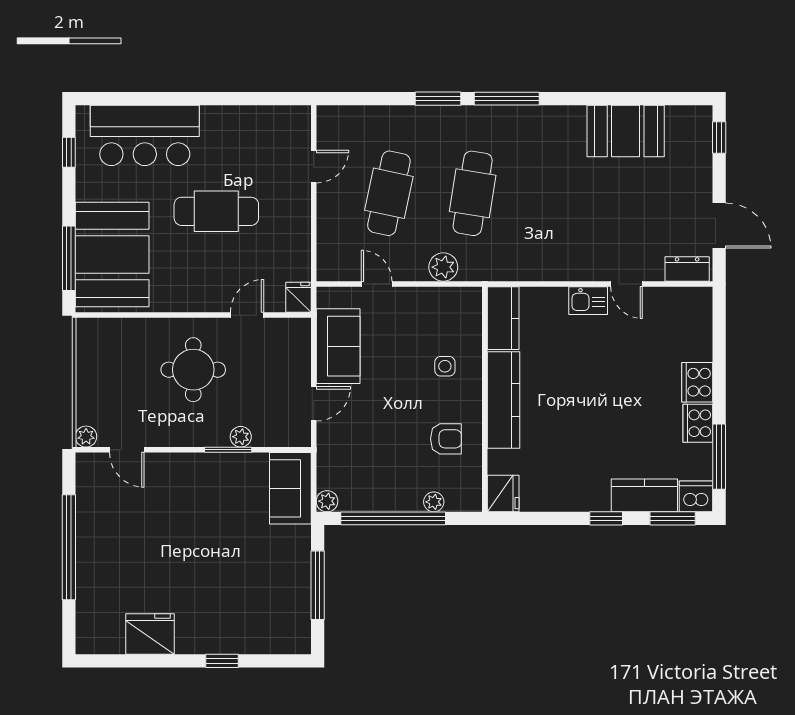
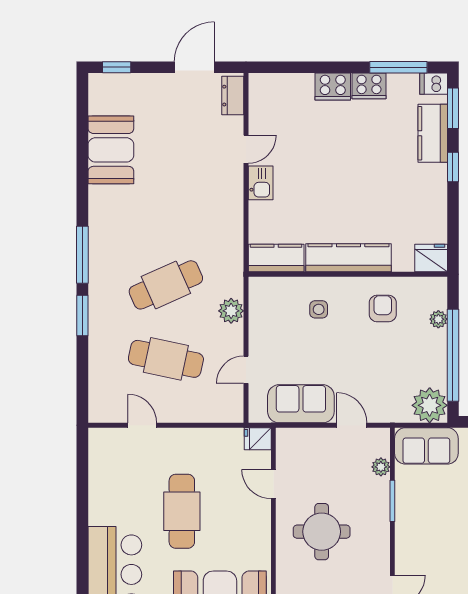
cafe table: (473, 193) -> (166, 285), turned -33
plant: (241, 437) -> (381, 467), moved
dishwasher: (696, 496) -> (434, 84), width x0.73
plant: (327, 501) -> (430, 405), width x1.88, depth x1.88

